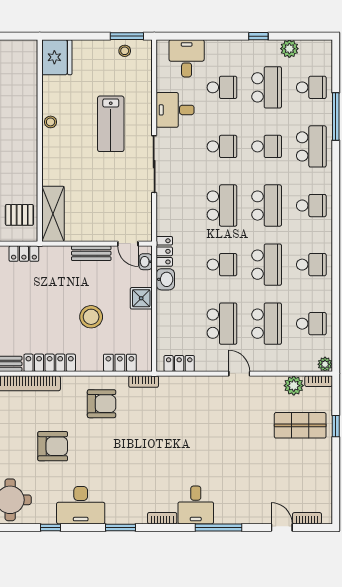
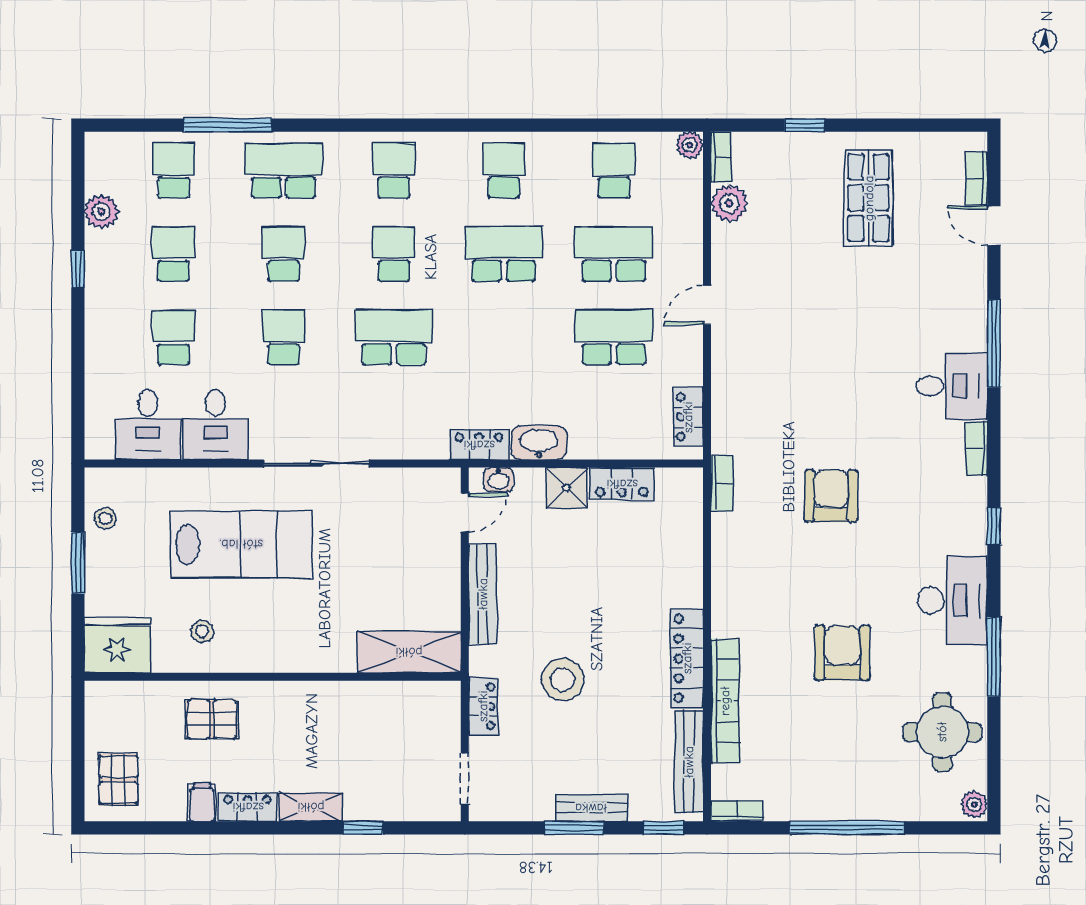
window: (127, 36) -> (78, 563), moved
desk: (187, 58) -> (148, 425), moved, turned -90
school desk: (267, 87) -> (174, 254), width x0.54
stool: (51, 122) -> (202, 631), moved
lab bench: (111, 124) -> (241, 544), width x1.36, depth x1.39
school desk: (267, 206) -> (394, 254), width x0.54
pallet: (19, 215) -> (212, 719), moved, turned 90
bench: (91, 253) -> (483, 594), width x1.36
school desk: (222, 265) -> (504, 337), removed
washbasin: (165, 279) -> (539, 443), width x1.38
stool: (91, 317) -> (563, 680), moved
locker: (120, 363) -> (622, 484), moved, turned -90
armchair: (102, 404) -> (831, 496), moved
shop shelf: (300, 425) -> (869, 198), moved
window: (51, 527) -> (994, 657), width x2.17
window: (120, 527) -> (994, 526), width x0.67
door: (282, 527) -> (994, 226), hinge flipped

